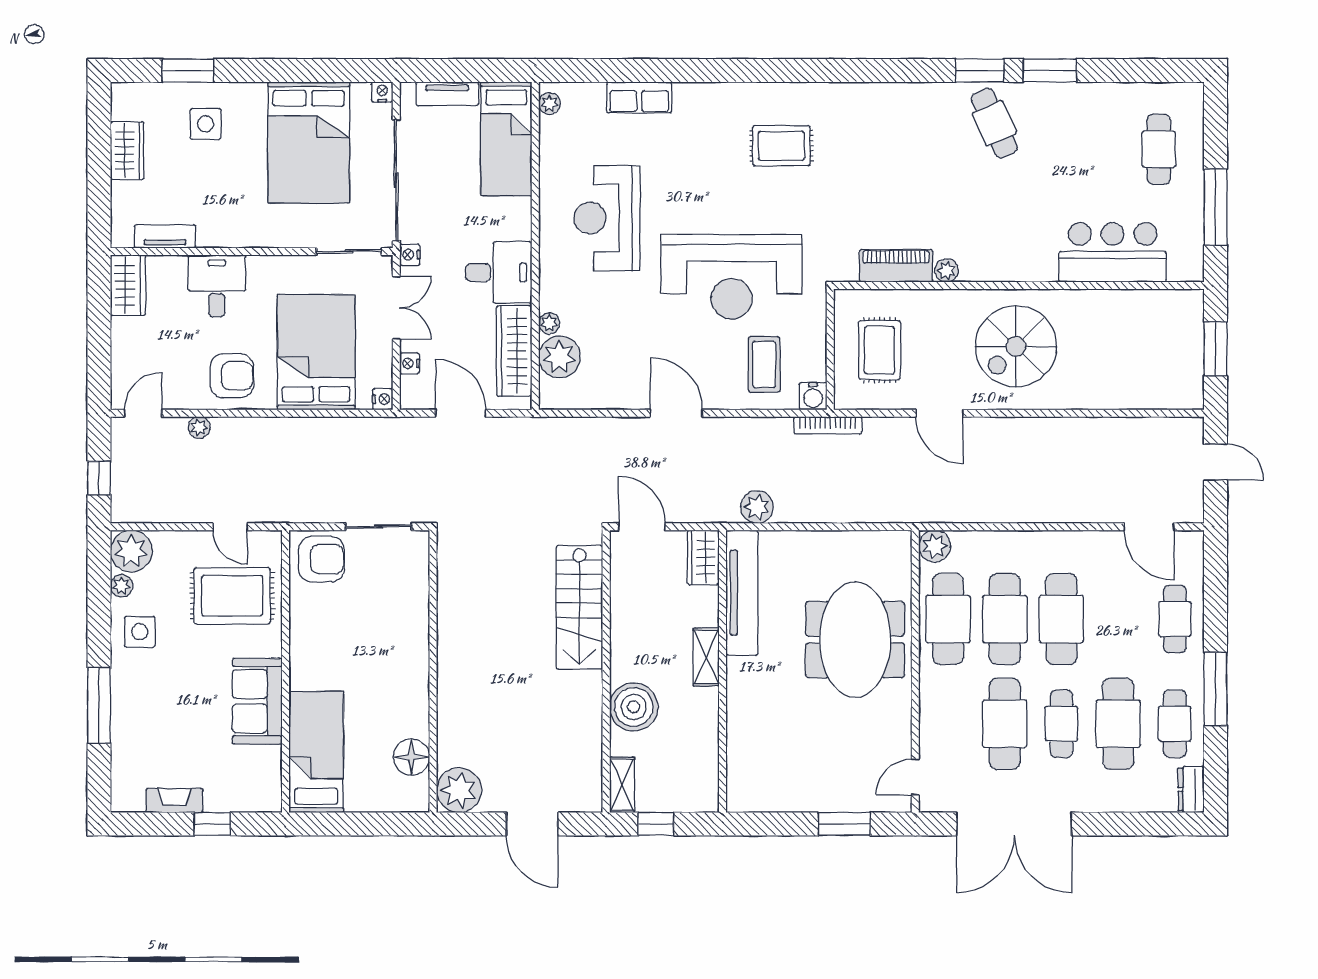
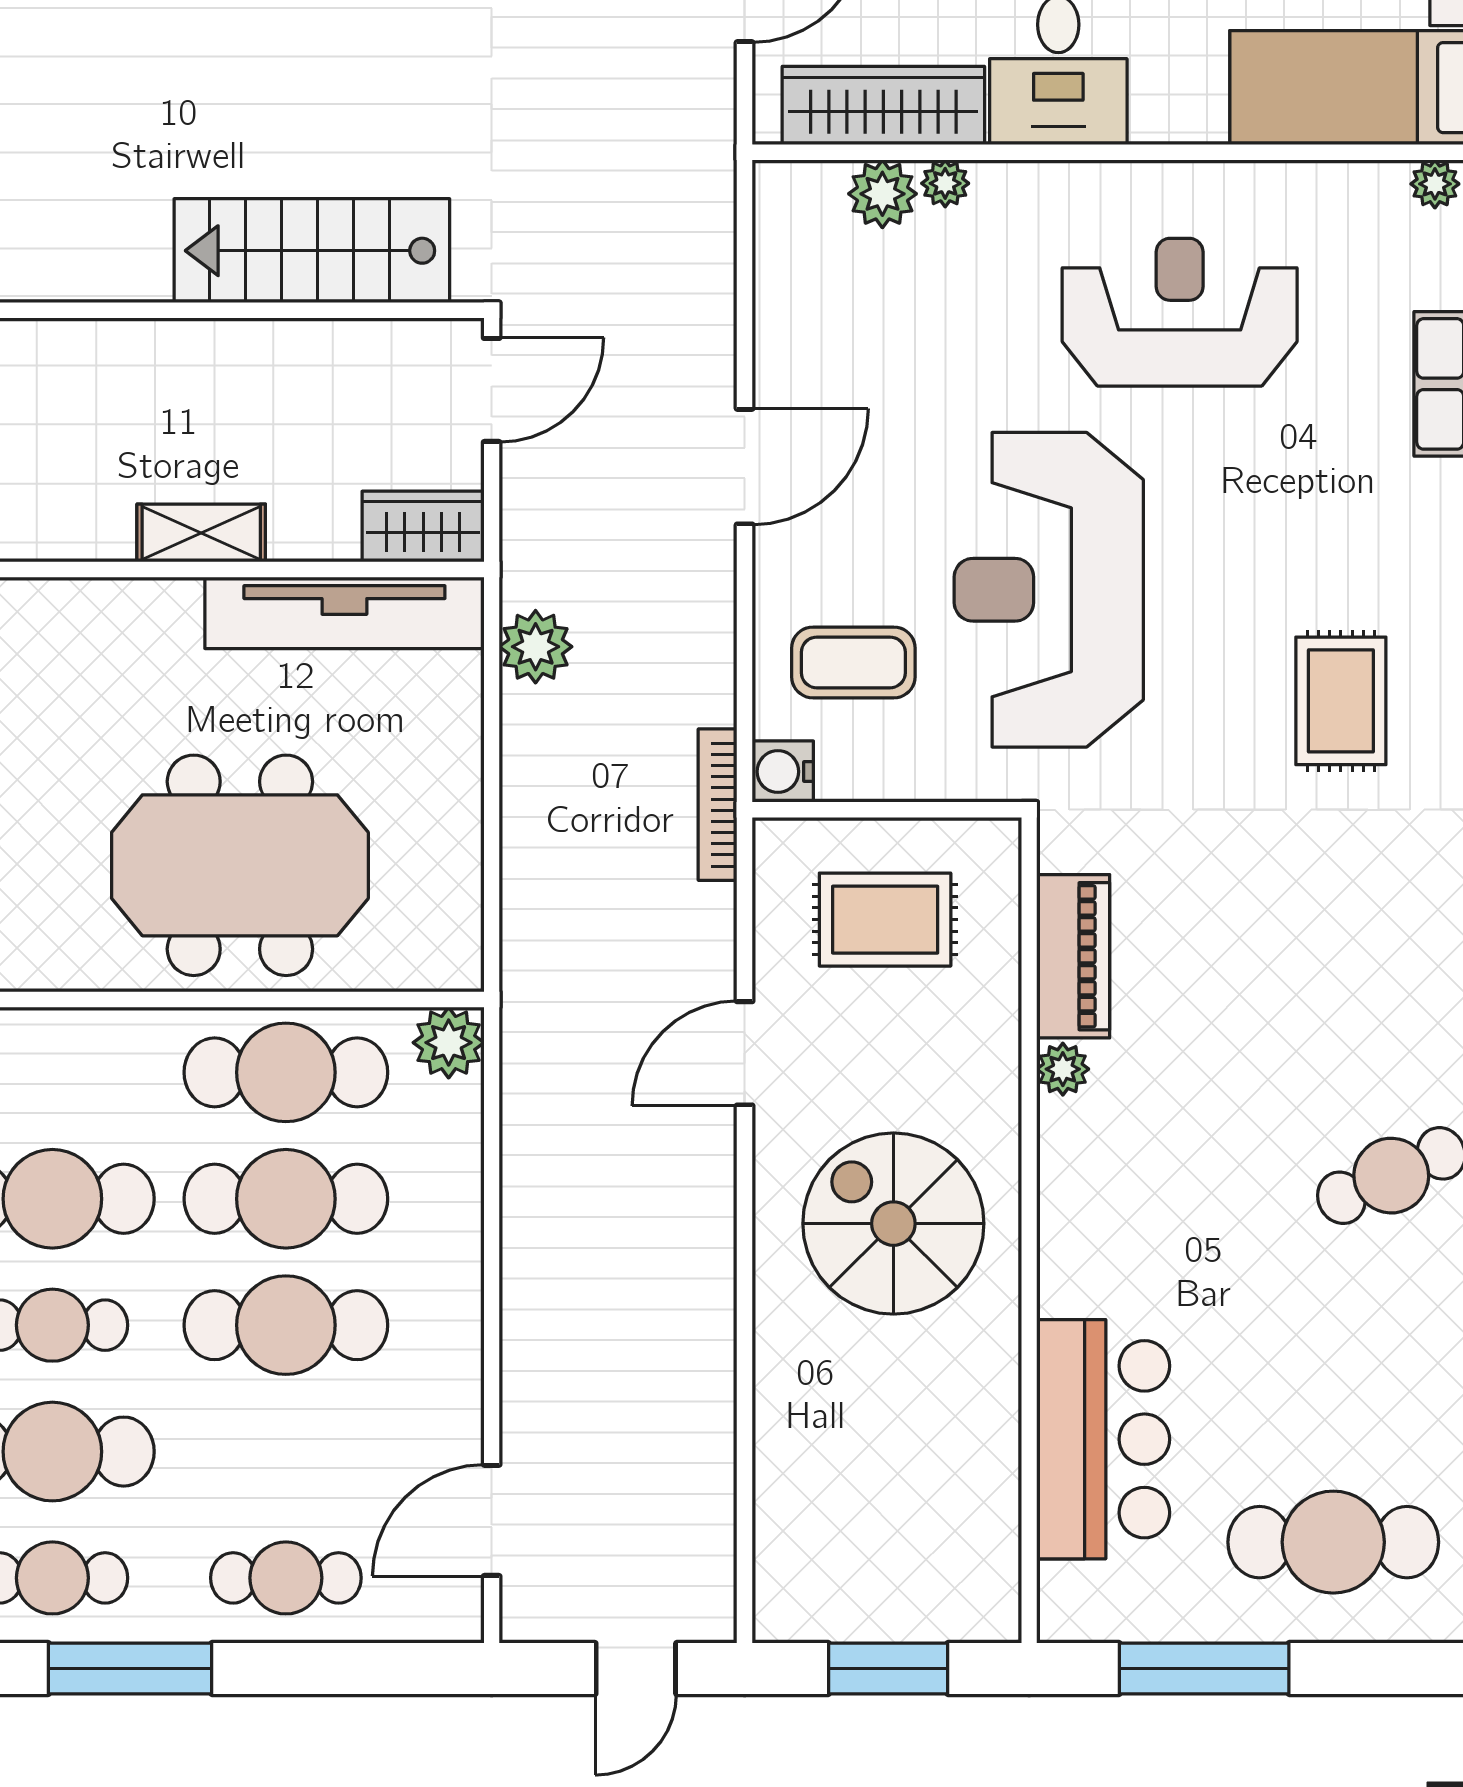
cafe table: (1159, 149) -> (1333, 1542), width x1.37, depth x1.35
plant: (559, 357) -> (882, 194), width x0.73, depth x0.73
boiler: (634, 707) -> (90, 372), removed

